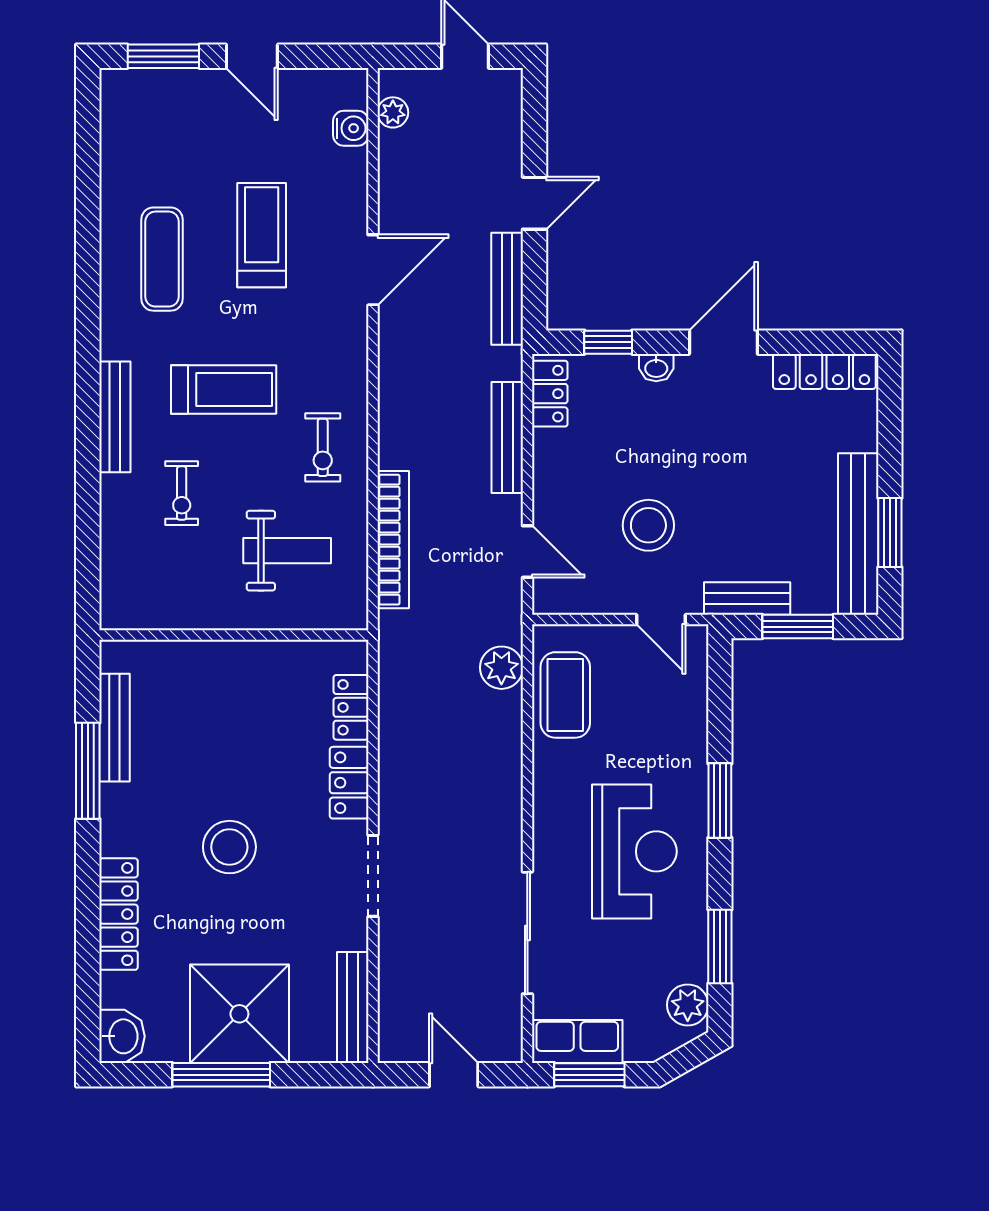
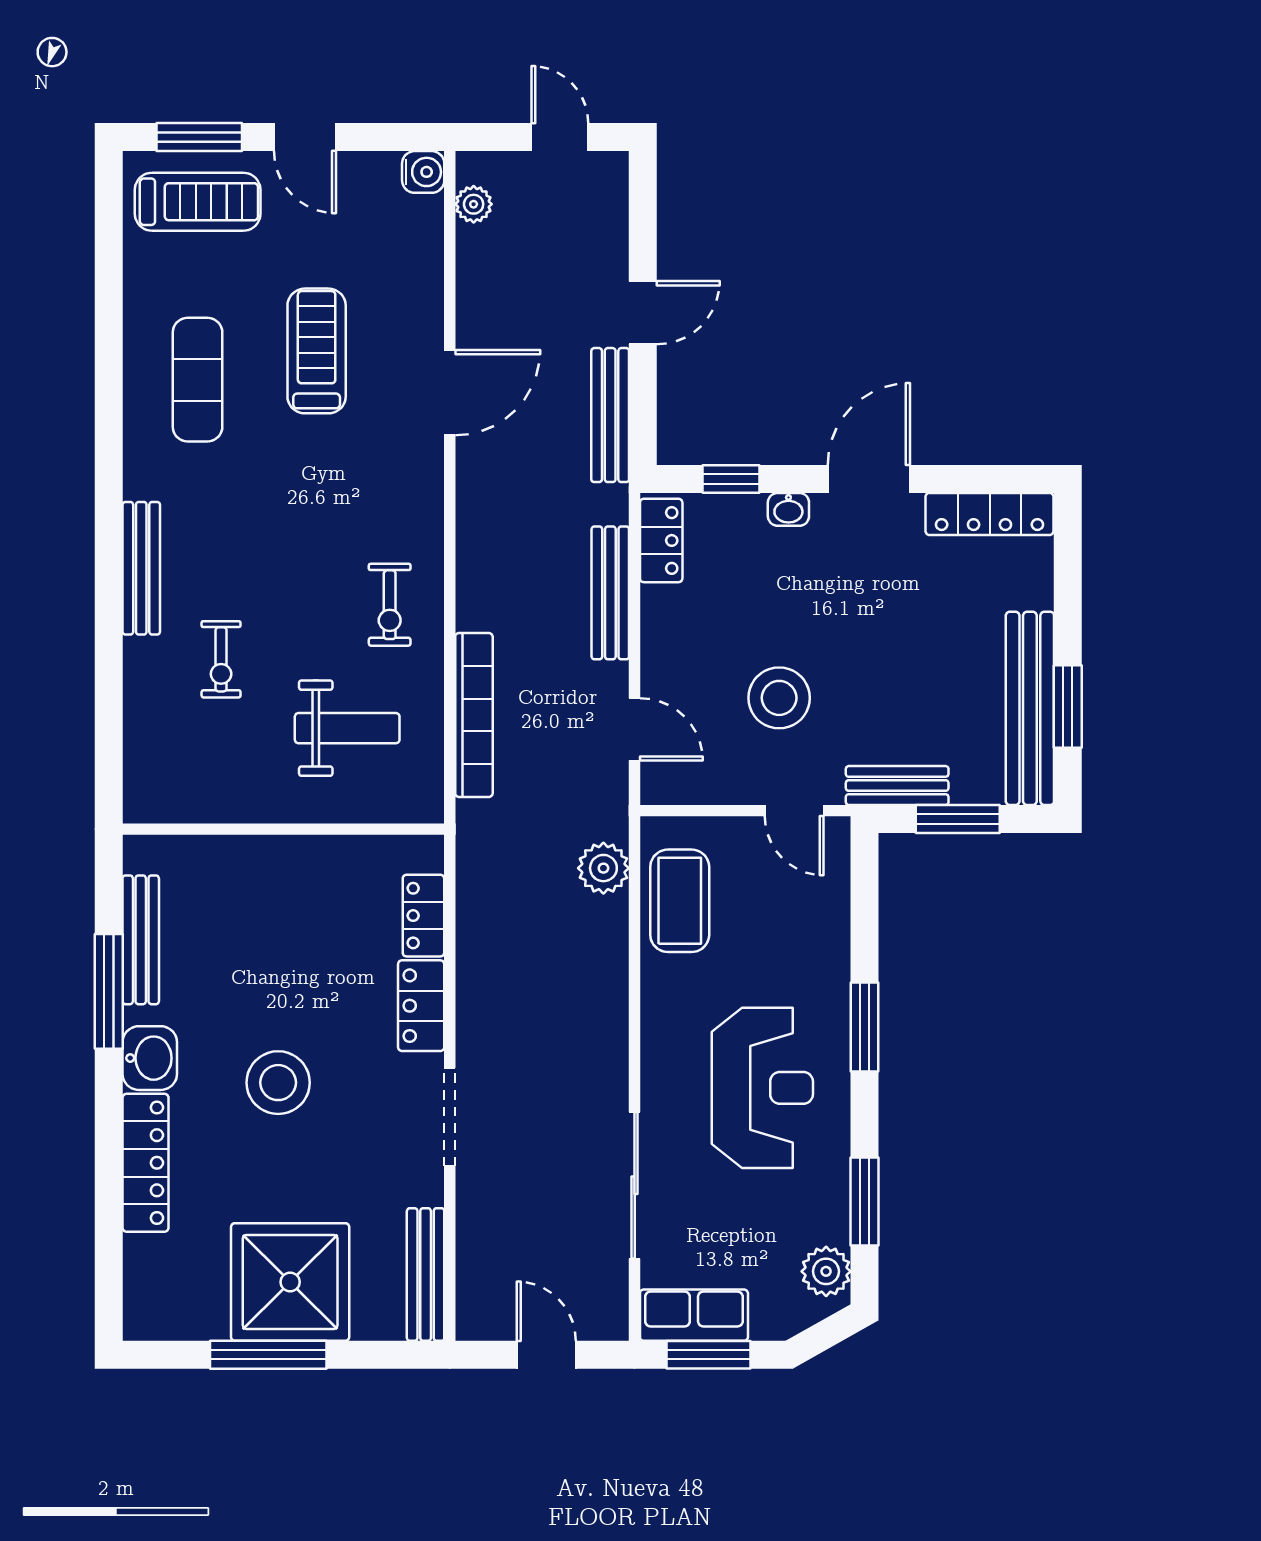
water cooler: (351, 128) -> (423, 172), moved
treadmill: (224, 390) -> (198, 202), moved
washbasin: (122, 1036) -> (150, 1058), moved

